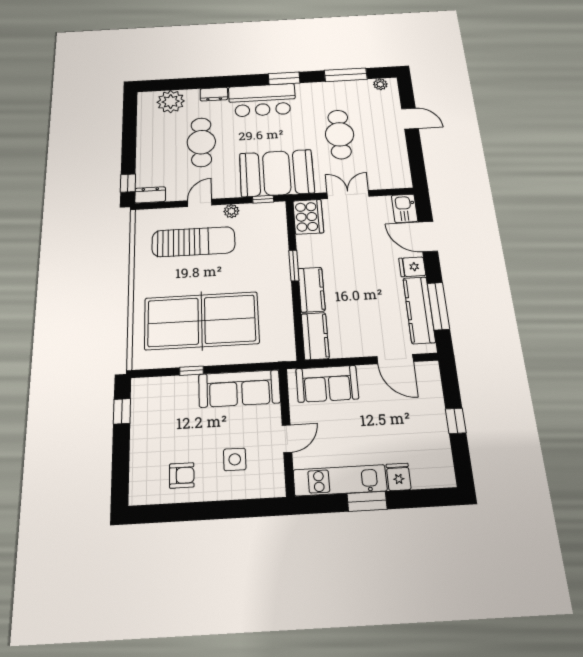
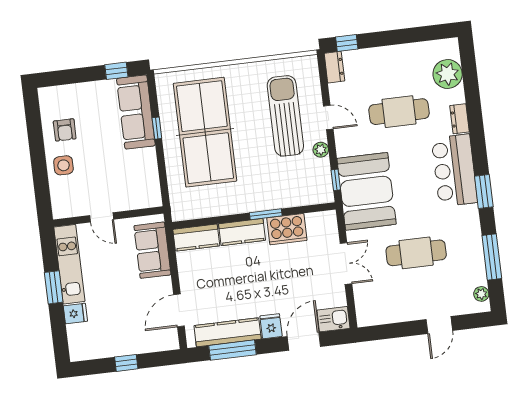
cooker: (308, 217) -> (287, 229), moved
sun lounger: (193, 242) -> (285, 116), turned 180
sofa: (239, 388) -> (136, 112), moved
side table: (235, 459) -> (63, 165), moved

